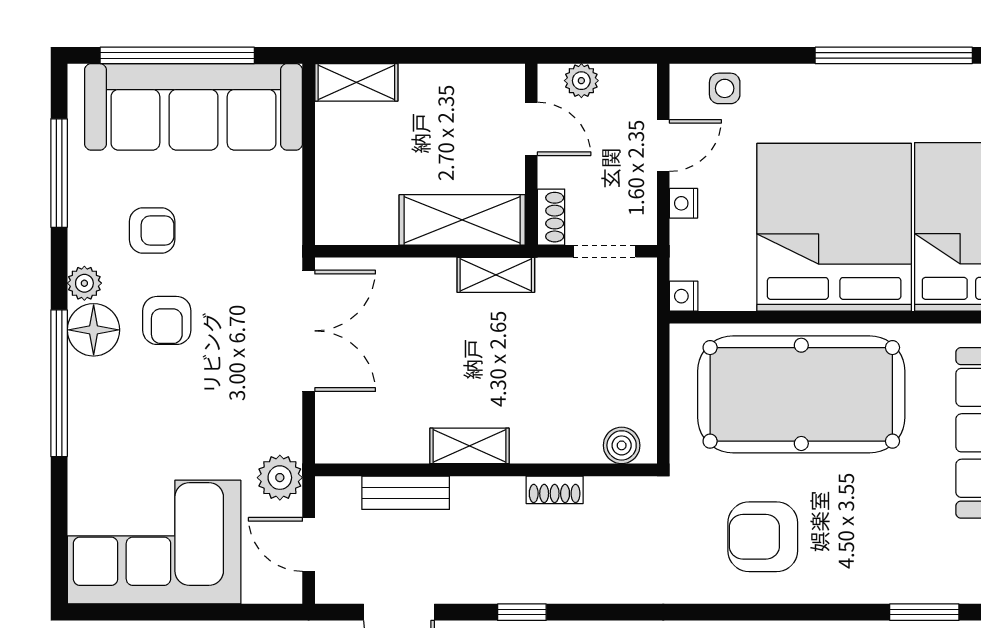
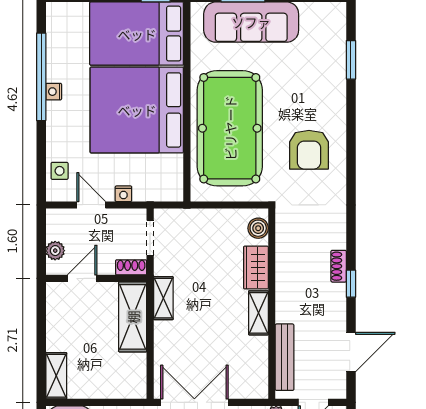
nightstand: (684, 296) -> (54, 92), moved, turned 90
wardrobe: (551, 441) -> (256, 268), added
shoe rack: (555, 490) -> (339, 266), moved, turned 180
bench: (406, 493) -> (285, 357), width x1.36

